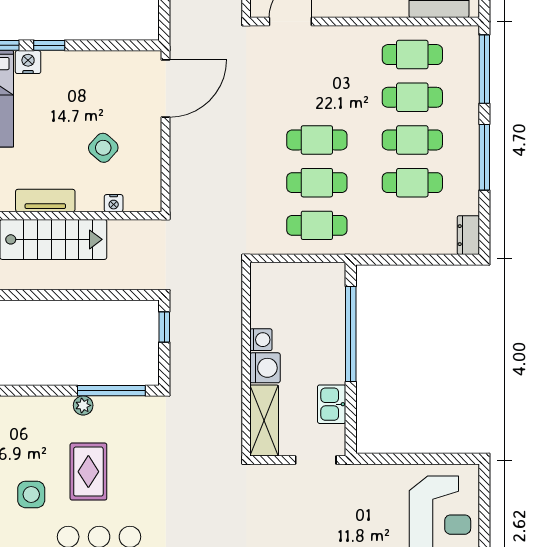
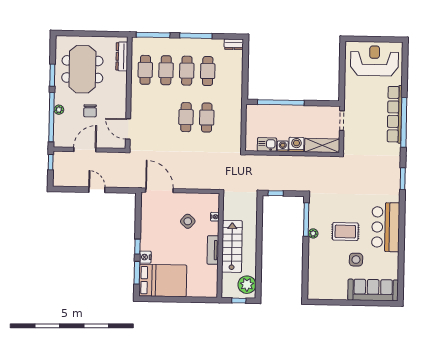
cafe table: (317, 225) -> (228, 118), removed
kitchen sink: (332, 404) -> (267, 144), moved, turned 180

